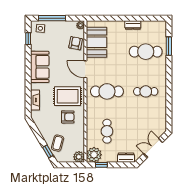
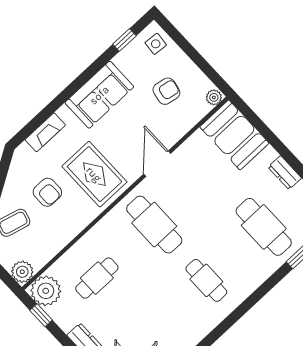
window: (52, 18) -> (186, 47), removed
booth: (96, 42) -> (234, 135), moved, turned 90
armchair: (76, 43) -> (166, 91), moved
armchair: (68, 117) -> (47, 192), moved

